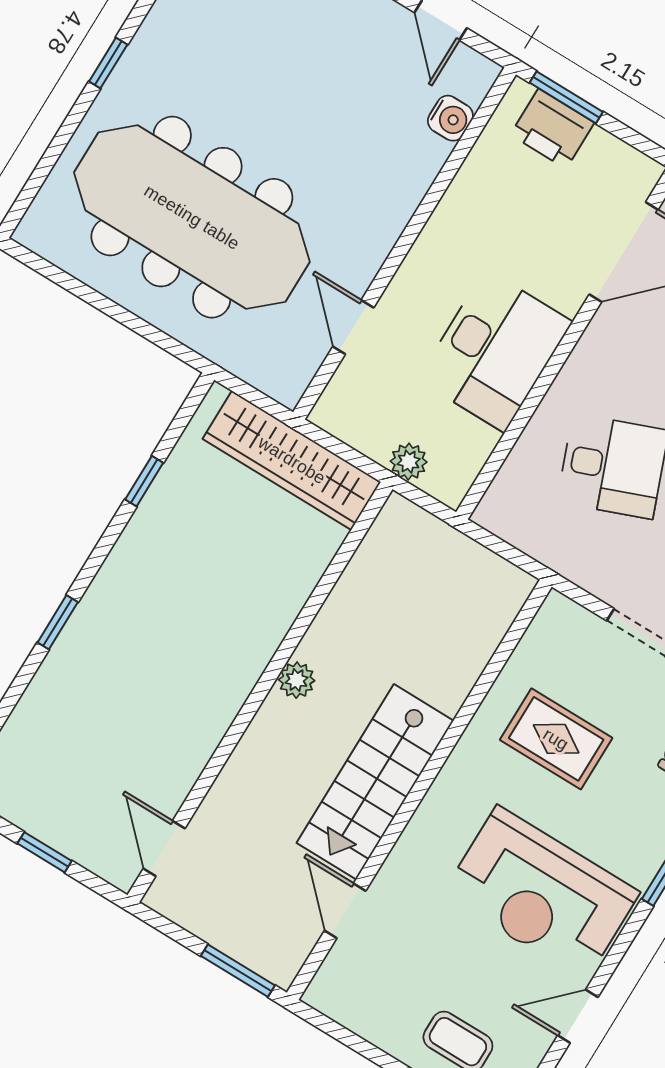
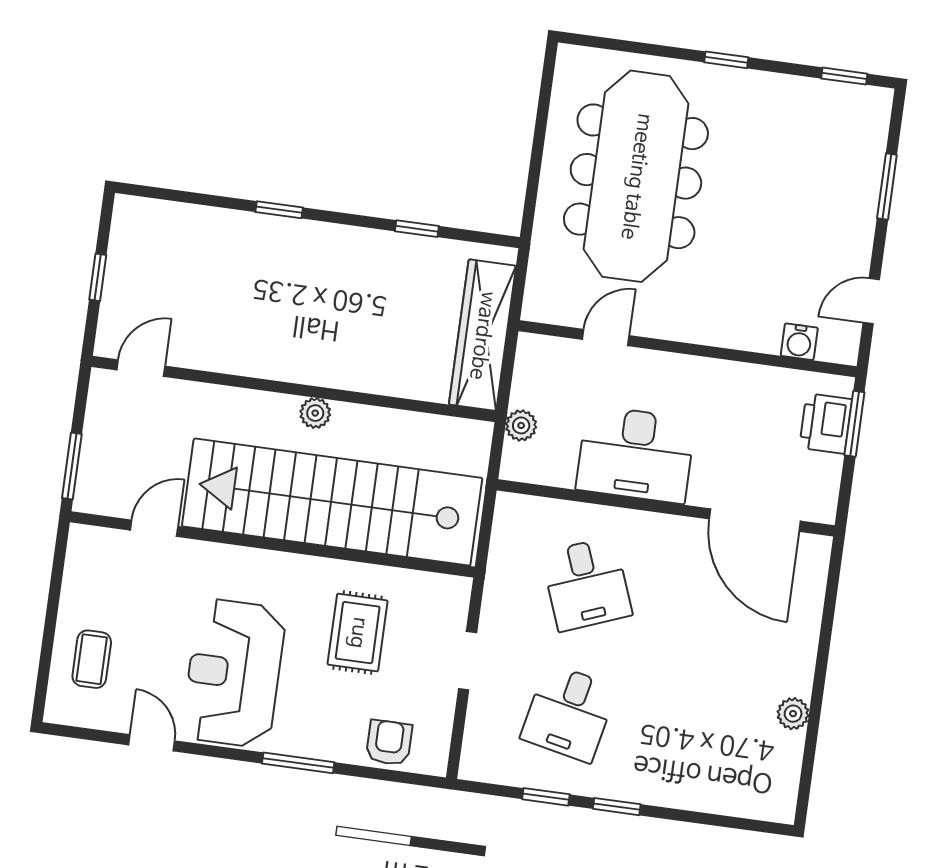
stairs: (375, 782) -> (332, 502), width x1.86, depth x1.51

